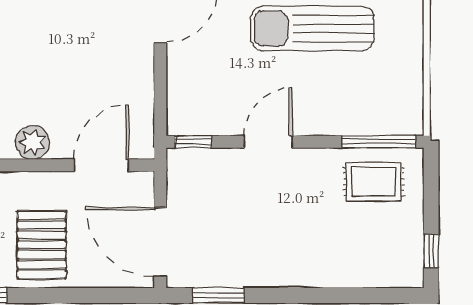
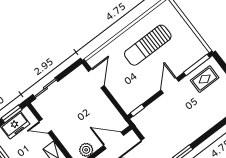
door: (268, 142) -> (170, 86), moved
door: (101, 165) -> (114, 140), hinge flipped

